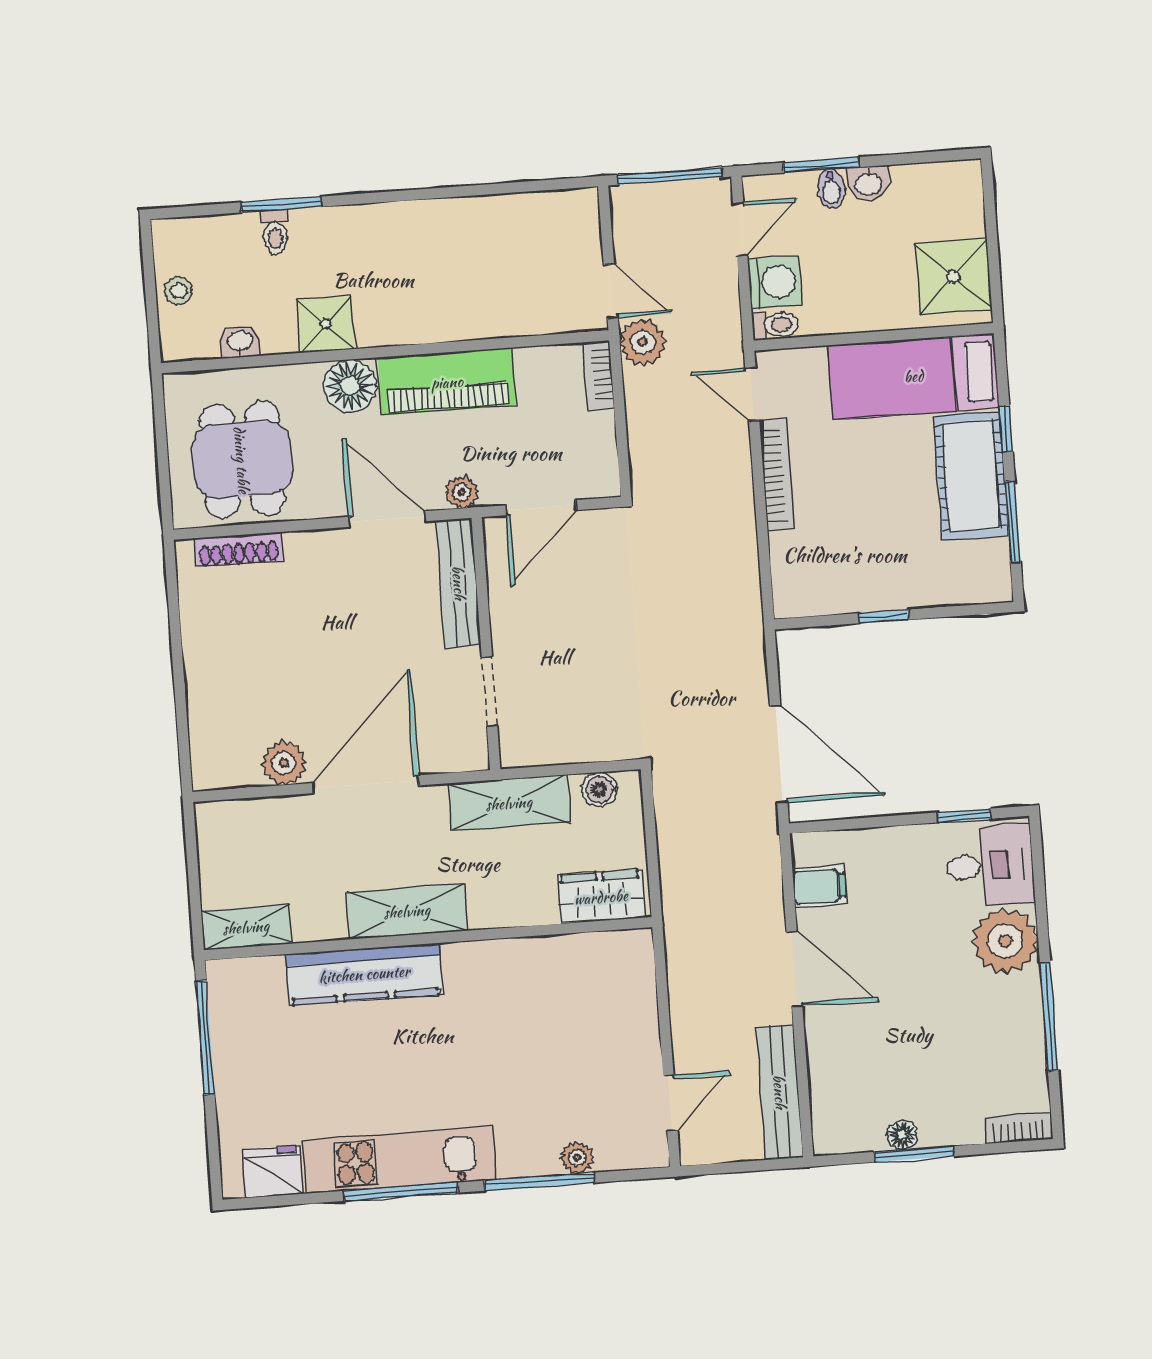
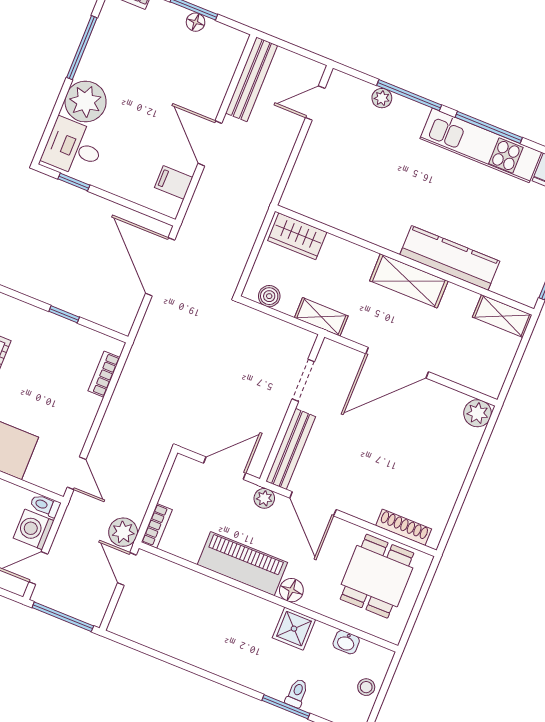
floor lamp: (350, 386) -> (291, 590), width x0.73, depth x0.73
bookcase: (777, 475) -> (104, 374), moved, width x0.64
plant: (284, 763) -> (478, 413), moved
shelving: (509, 803) -> (321, 317), width x0.67, depth x0.75

